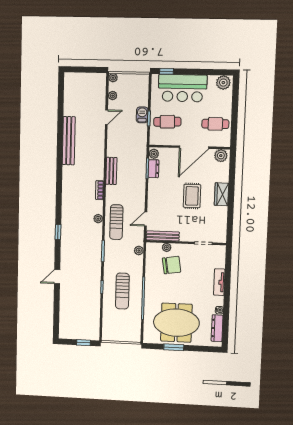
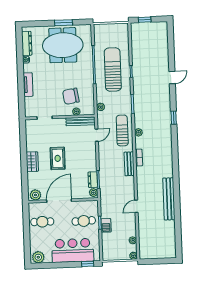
door: (106, 117) -> (136, 206), moved
bench: (111, 171) -> (129, 164), moved
sun lounger: (122, 291) -> (113, 69), width x1.36, depth x1.34

